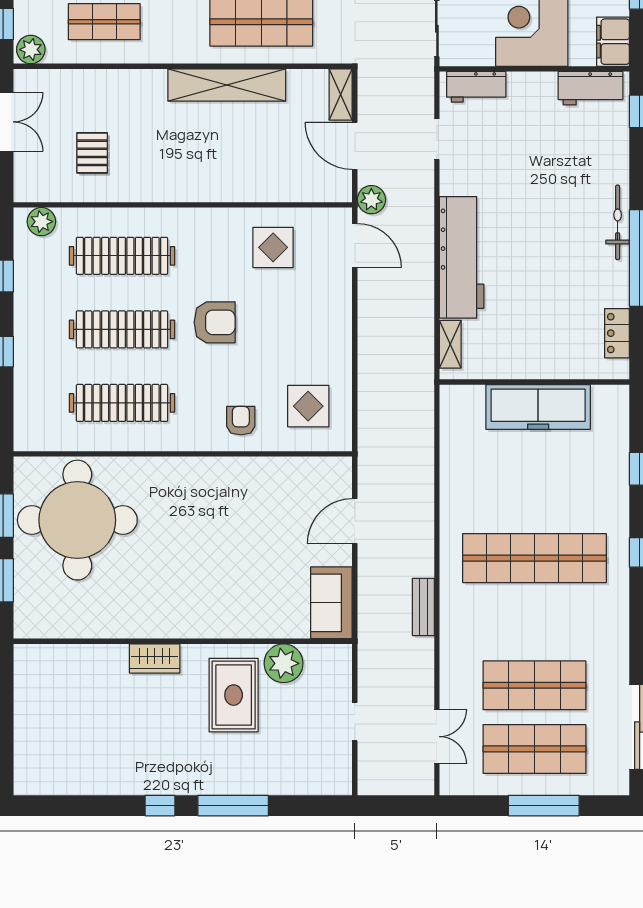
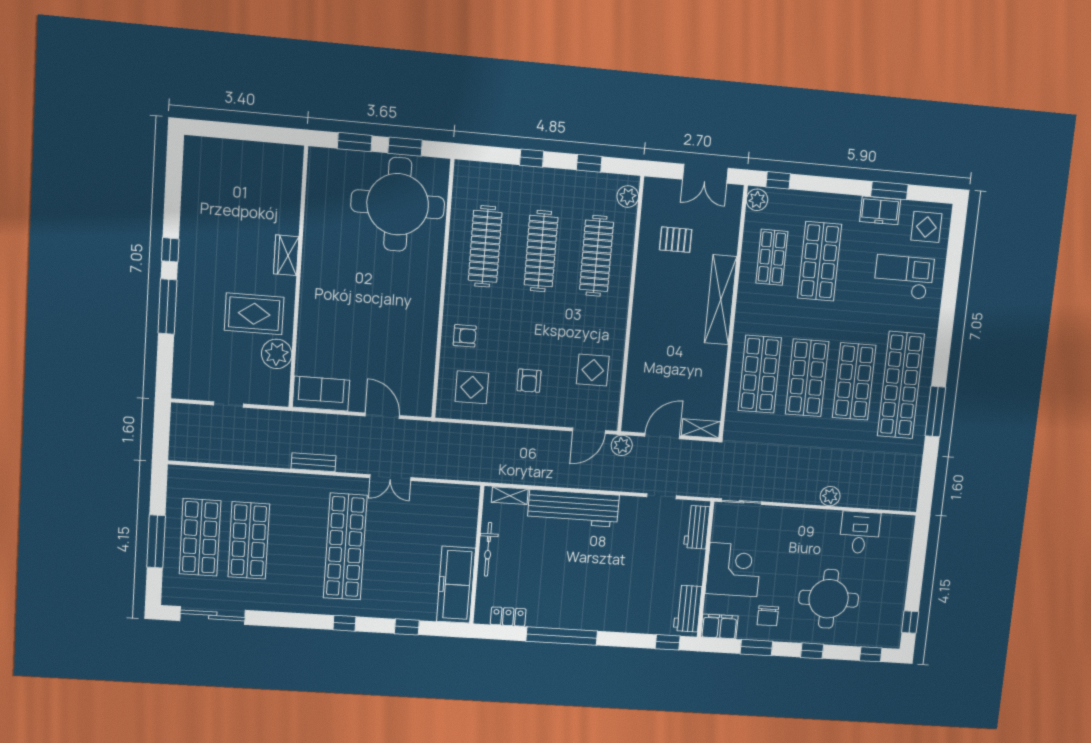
shelving: (227, 85) -> (721, 300), moved
bicycle: (618, 222) -> (488, 549), moved, turned 90
armchair: (215, 322) -> (529, 381), moved, width x0.72, depth x0.72
freezer: (538, 407) -> (456, 585), moved
double door: (437, 737) -> (390, 478), moved

